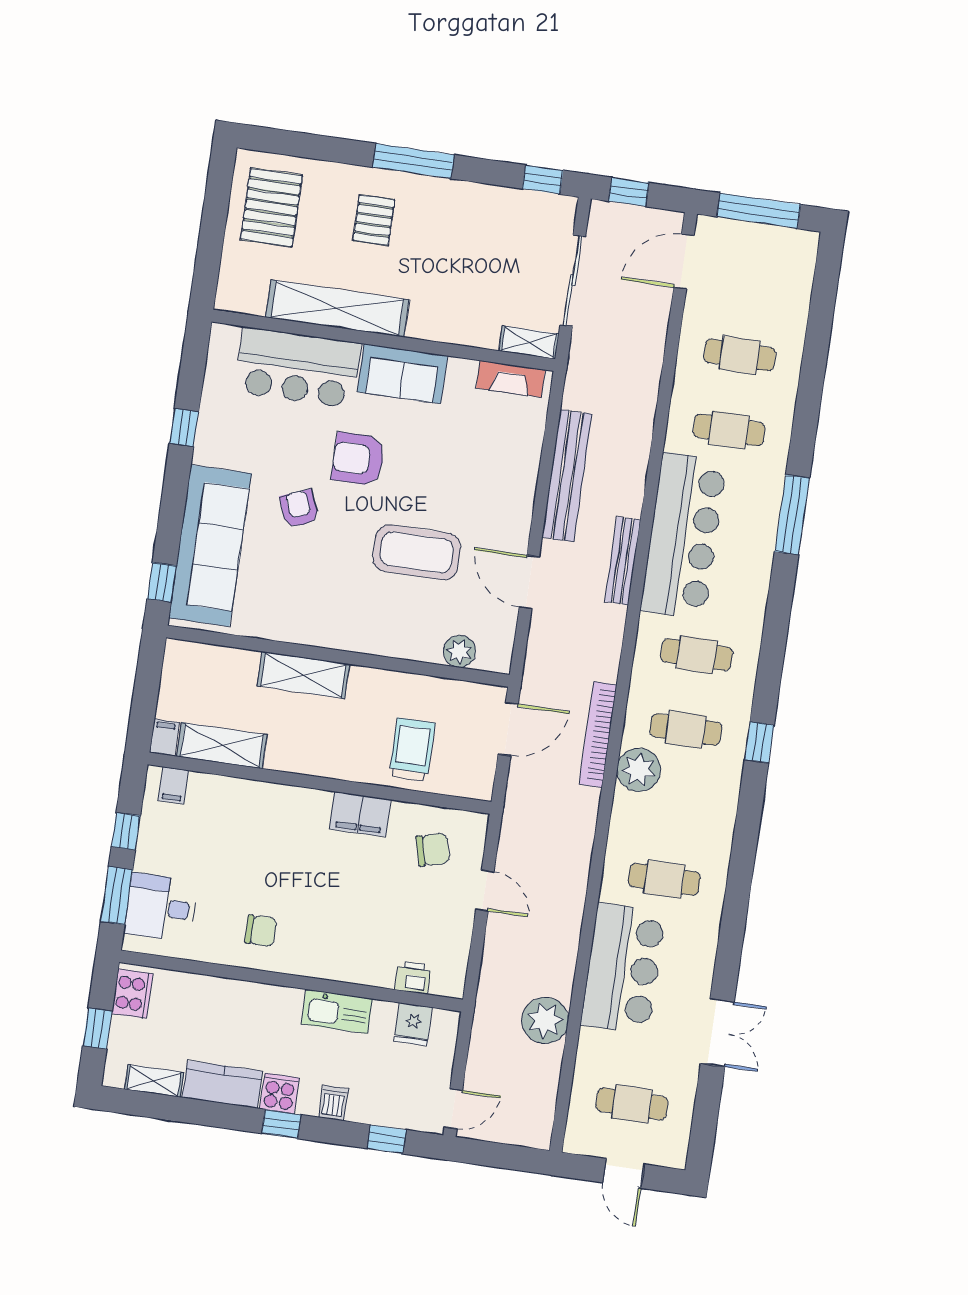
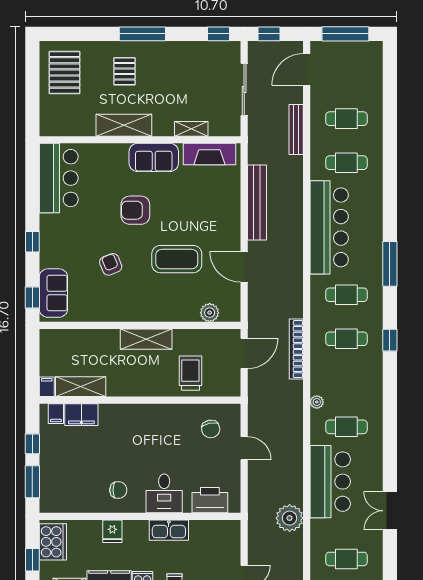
shelving: (337, 308) -> (124, 125), width x0.68
shelving: (529, 342) -> (191, 129), moved
bar counter: (298, 368) -> (59, 178), moved, turned -90
fireplace: (511, 379) -> (209, 154), width x1.37, depth x1.32
window: (184, 428) -> (32, 242), moved
armchair: (299, 509) -> (111, 264), moved
window: (792, 515) -> (390, 264), moved
sofa: (210, 546) -> (53, 293), width x0.54, depth x0.79
bench: (623, 561) -> (296, 129), moved
shelving: (303, 675) -> (146, 339), moved
plant: (639, 770) -> (317, 402), moved, width x0.53, depth x0.53
filing cabinet: (360, 814) -> (81, 415), moved
chair: (433, 850) -> (211, 429), turned 93
desk: (161, 907) -> (164, 493), moved, turned -90
printer: (413, 977) -> (210, 500), width x1.87, depth x1.48
cooker: (132, 994) -> (53, 542), width x1.37, depth x1.31
fridge: (413, 1024) -> (112, 531), moved
double door: (717, 1033) -> (390, 511), swing flipped

